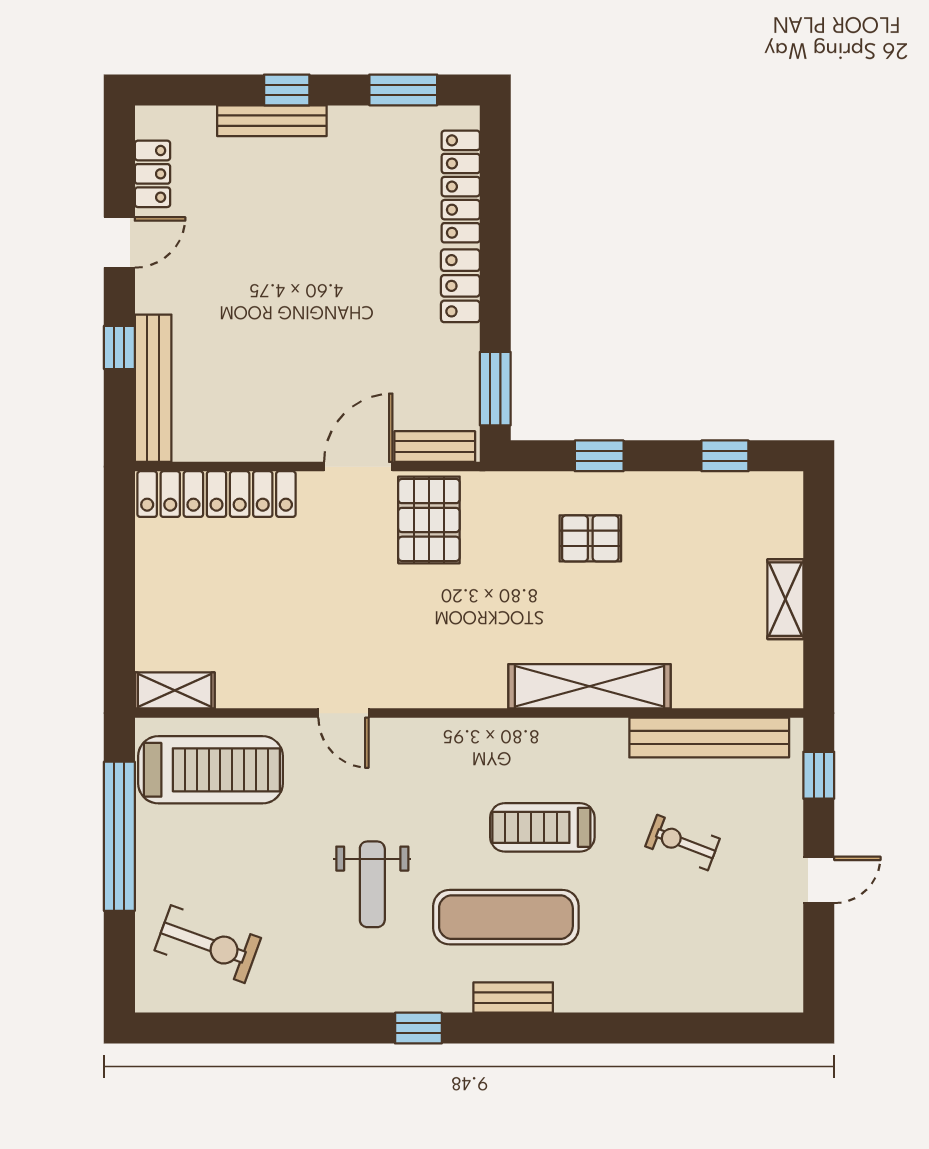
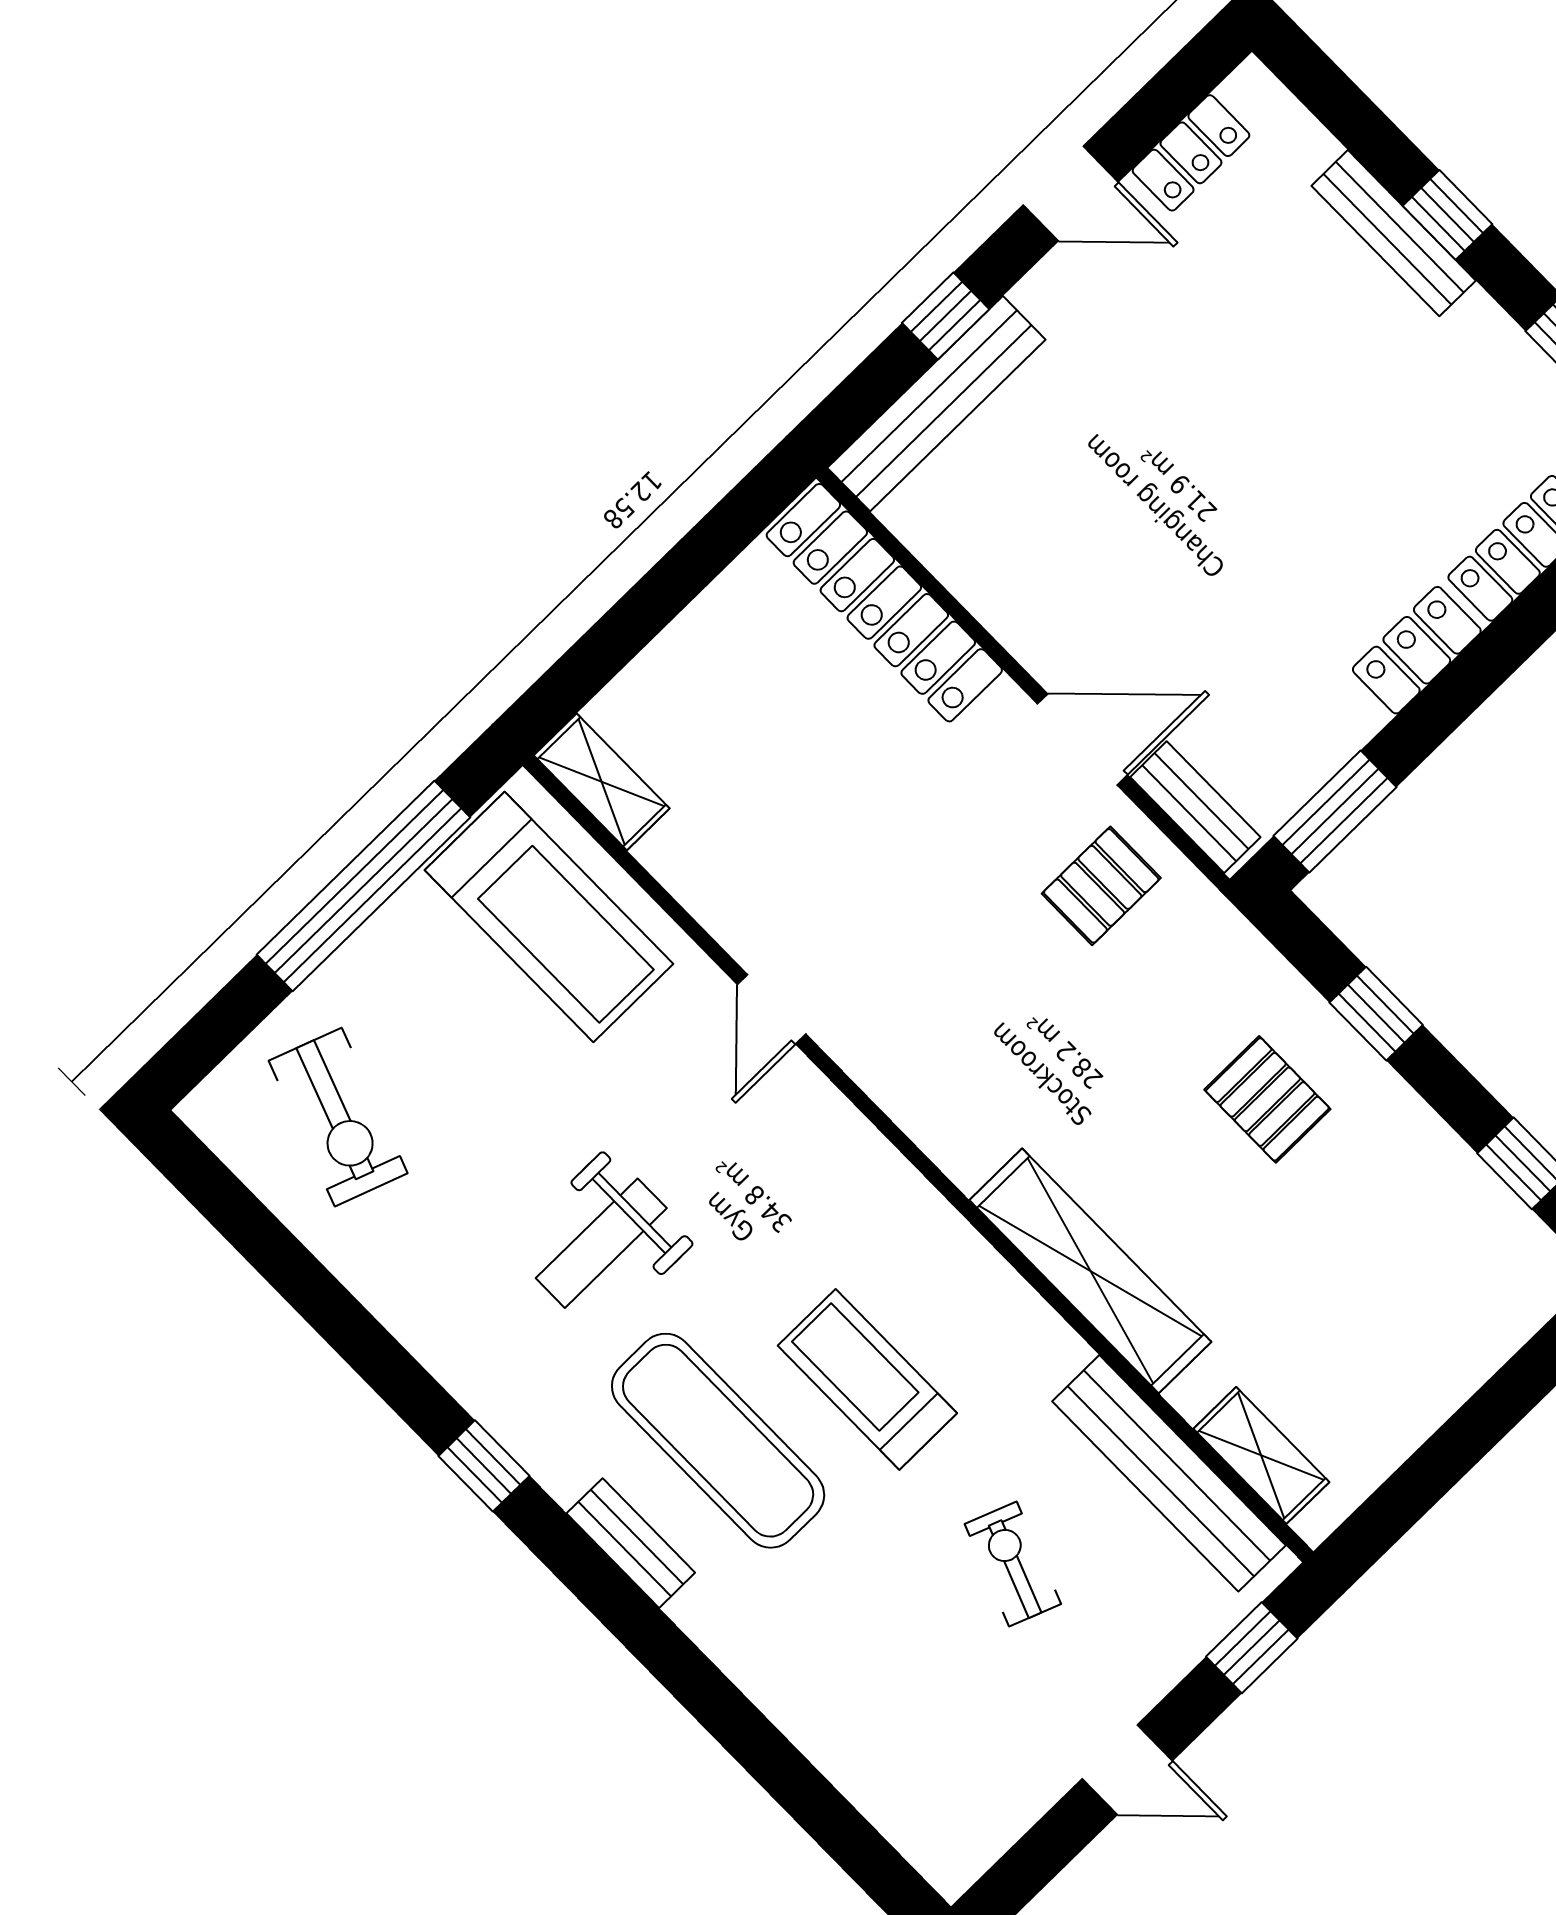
pallet: (429, 520) -> (1101, 886), width x0.67, depth x0.71
shelving: (785, 599) -> (1261, 1455), moved, turned 90

